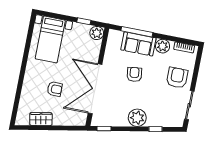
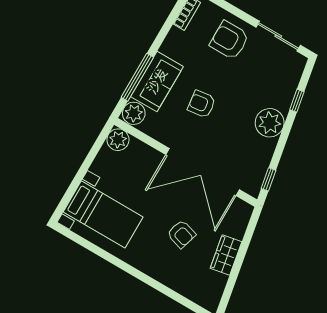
window: (84, 21) -> (93, 153), removed
plant: (163, 46) -> (134, 113), moved
armchair: (55, 89) -> (181, 234), turned 107
wardrobe: (41, 119) -> (226, 255), moved

